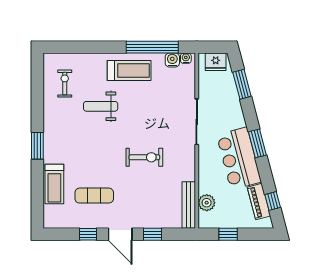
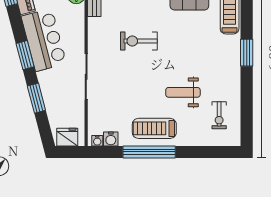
window: (152, 47) -> (149, 152), moved
window: (242, 84) -> (36, 98), moved
weight bench: (101, 106) -> (183, 92), turned 180

